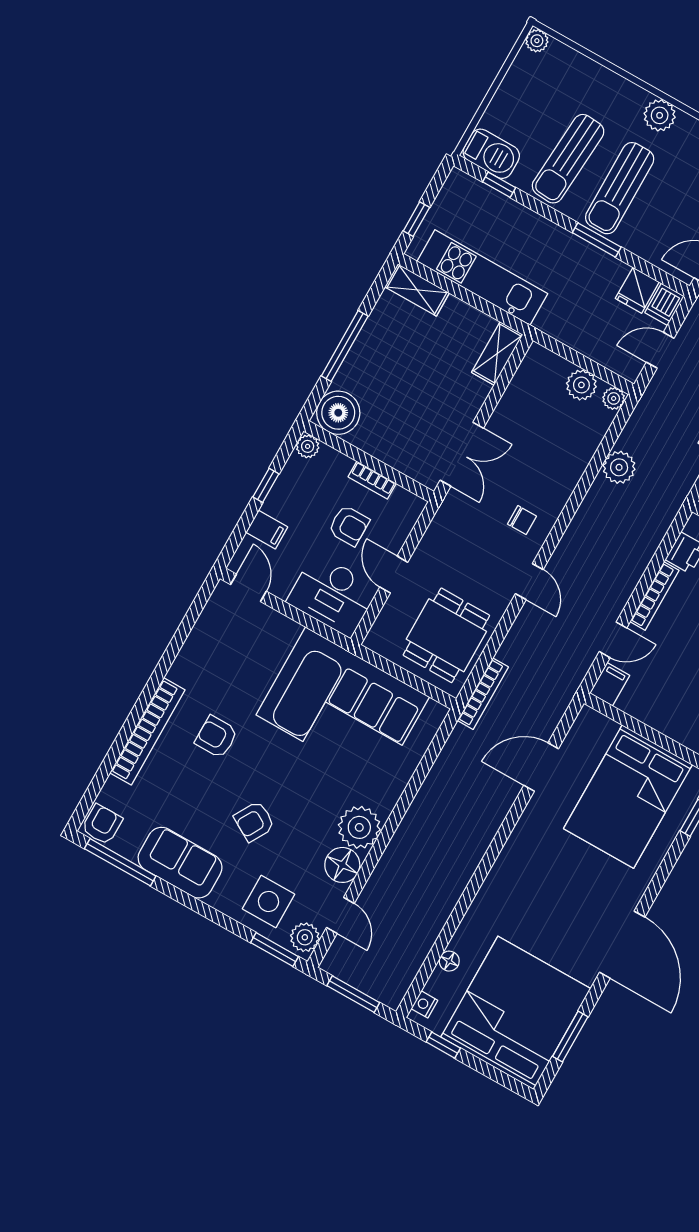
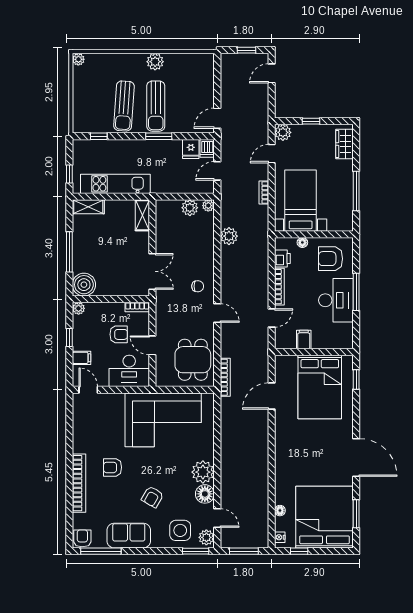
barbecue: (491, 154) -> (87, 124), removed
bookcase: (372, 480) -> (137, 307), moved
filing cabinet: (610, 684) -> (304, 340), moved

